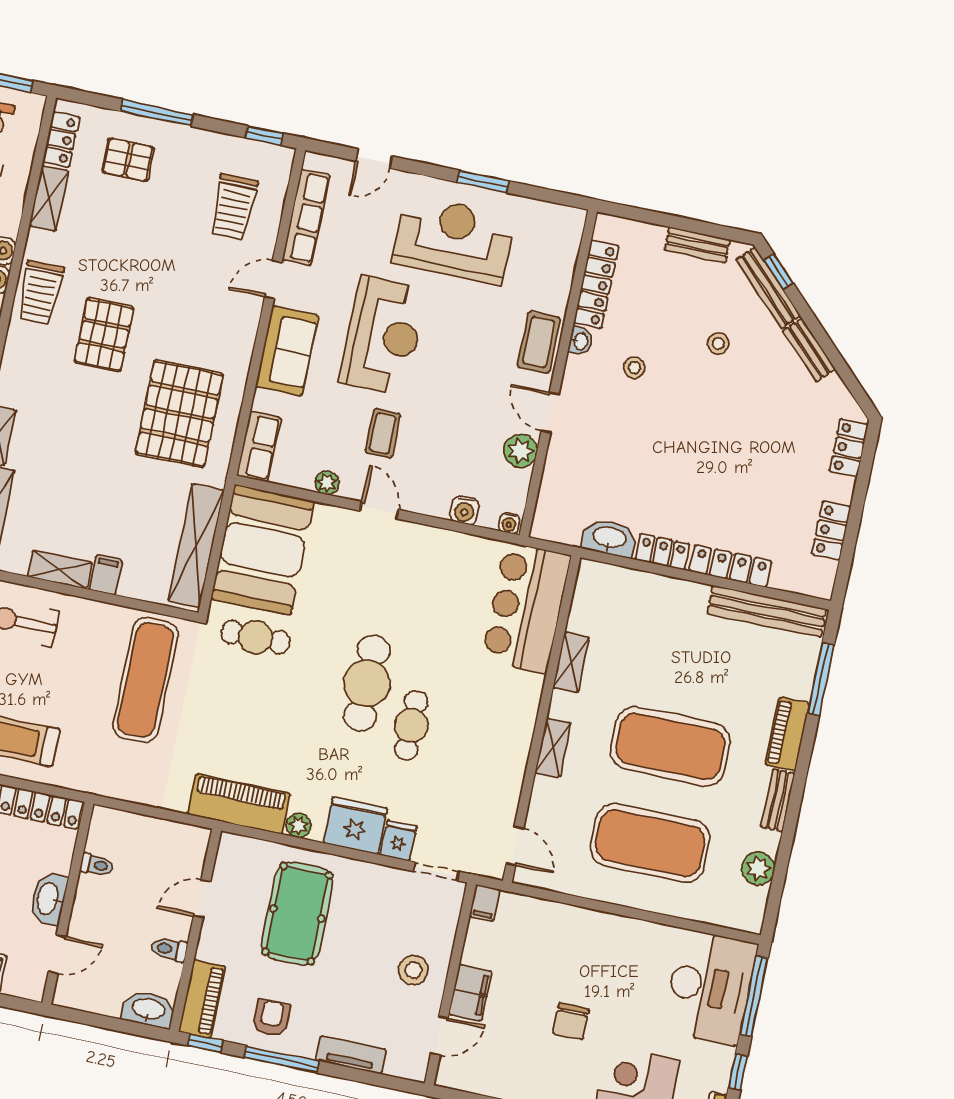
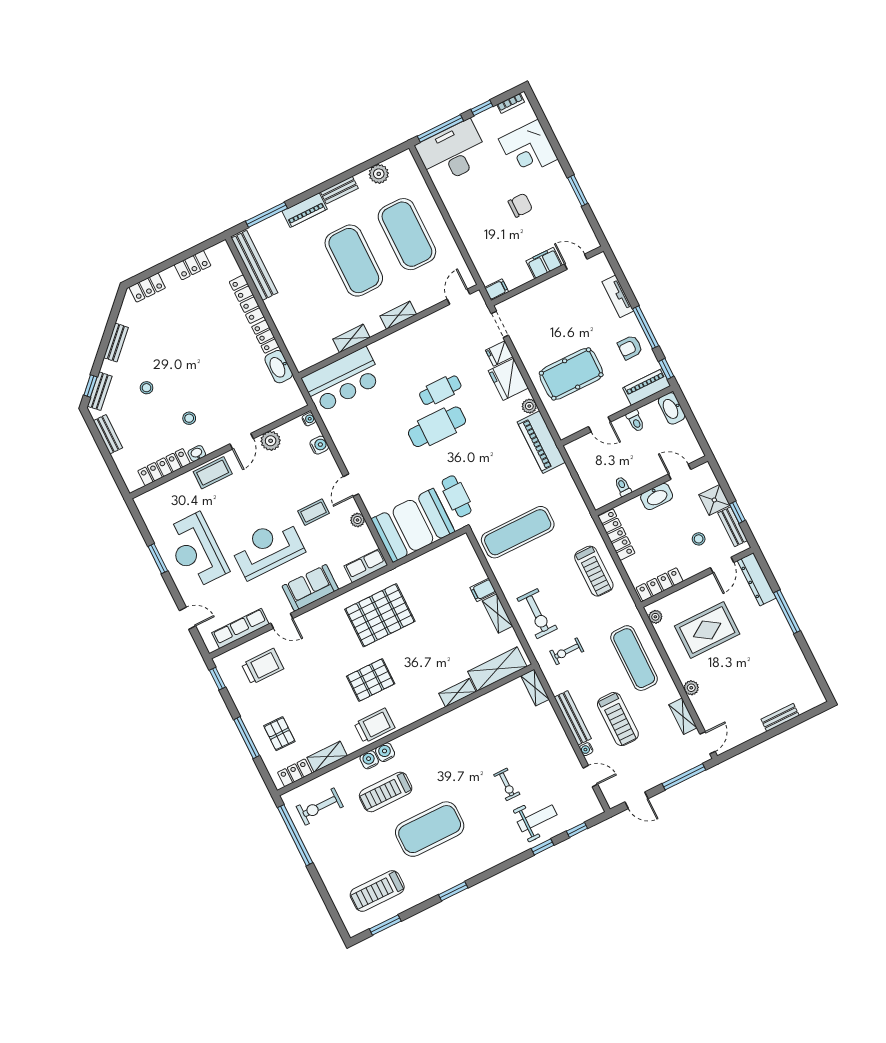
bench: (768, 288) -> (100, 391), width x0.73
shelving: (196, 546) -> (436, 558), removed
stool: (413, 970) -> (555, 298), removed

